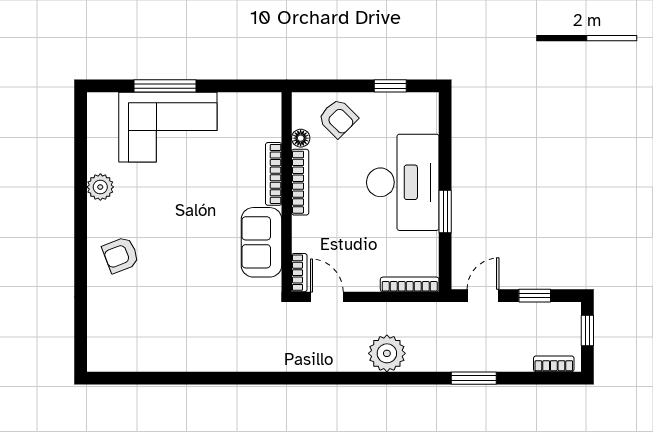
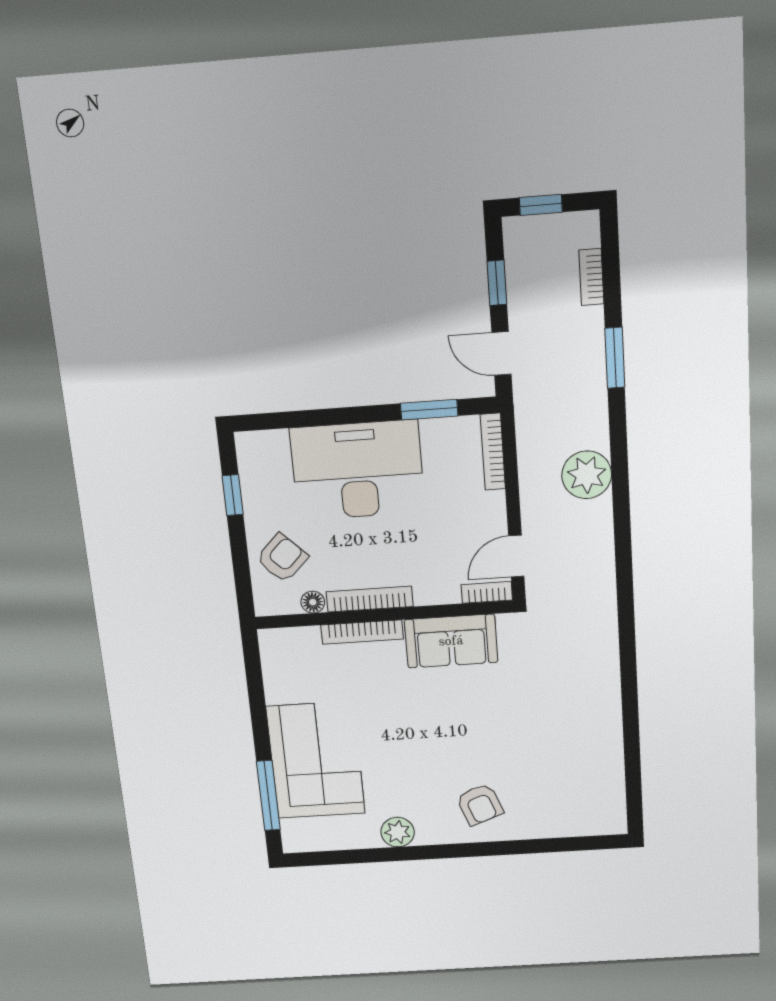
window: (165, 86) -> (268, 796), moved
window: (445, 212) -> (429, 410), moved
bookcase: (554, 364) -> (591, 277), moved

